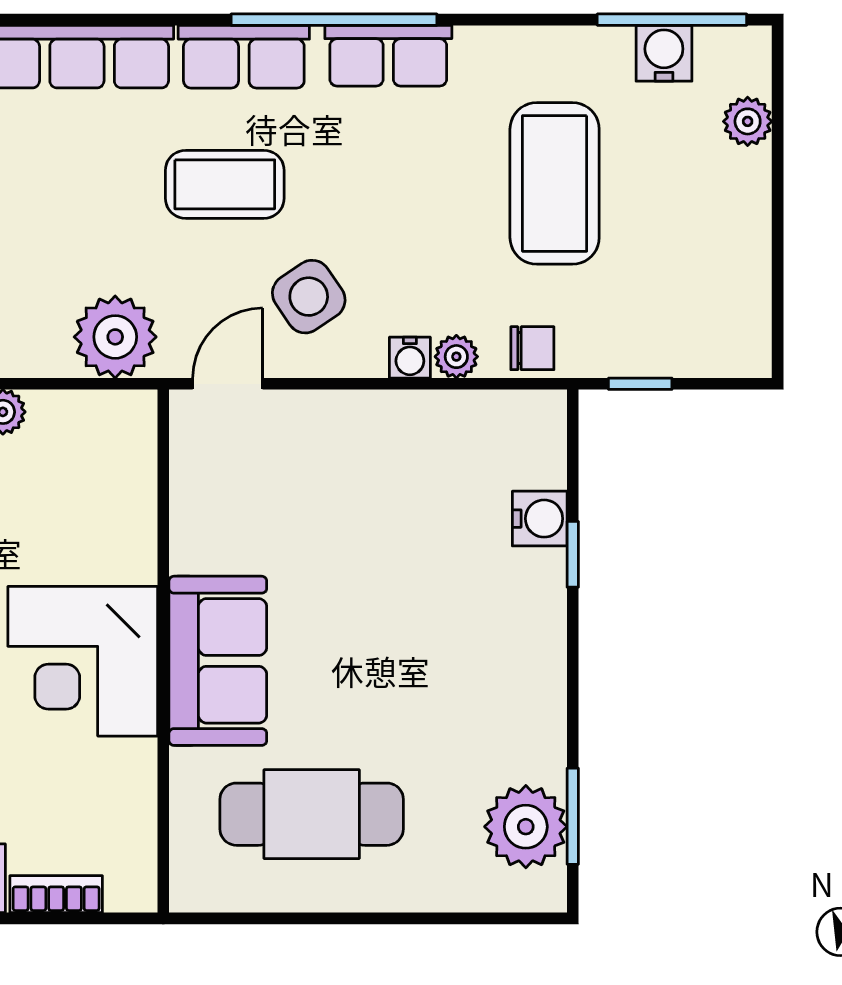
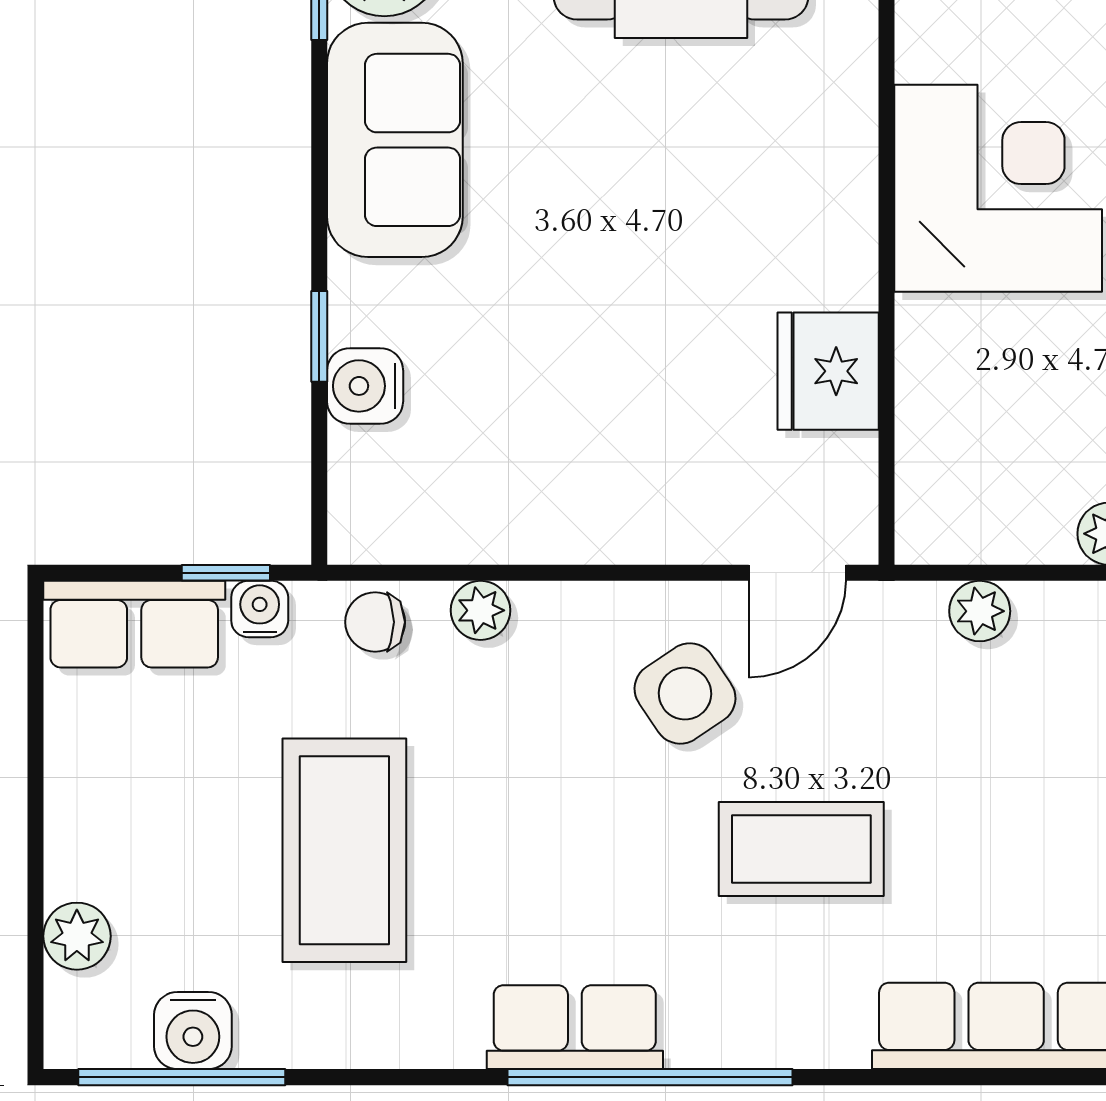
row of seats: (244, 57) -> (134, 624), moved, turned 180
plant: (115, 337) -> (980, 611), width x0.53, depth x0.53
water cooler: (410, 358) -> (260, 609), moved
fridge: (205, 529) -> (828, 371), added
sofa: (218, 661) -> (395, 140), moved, turned 180

